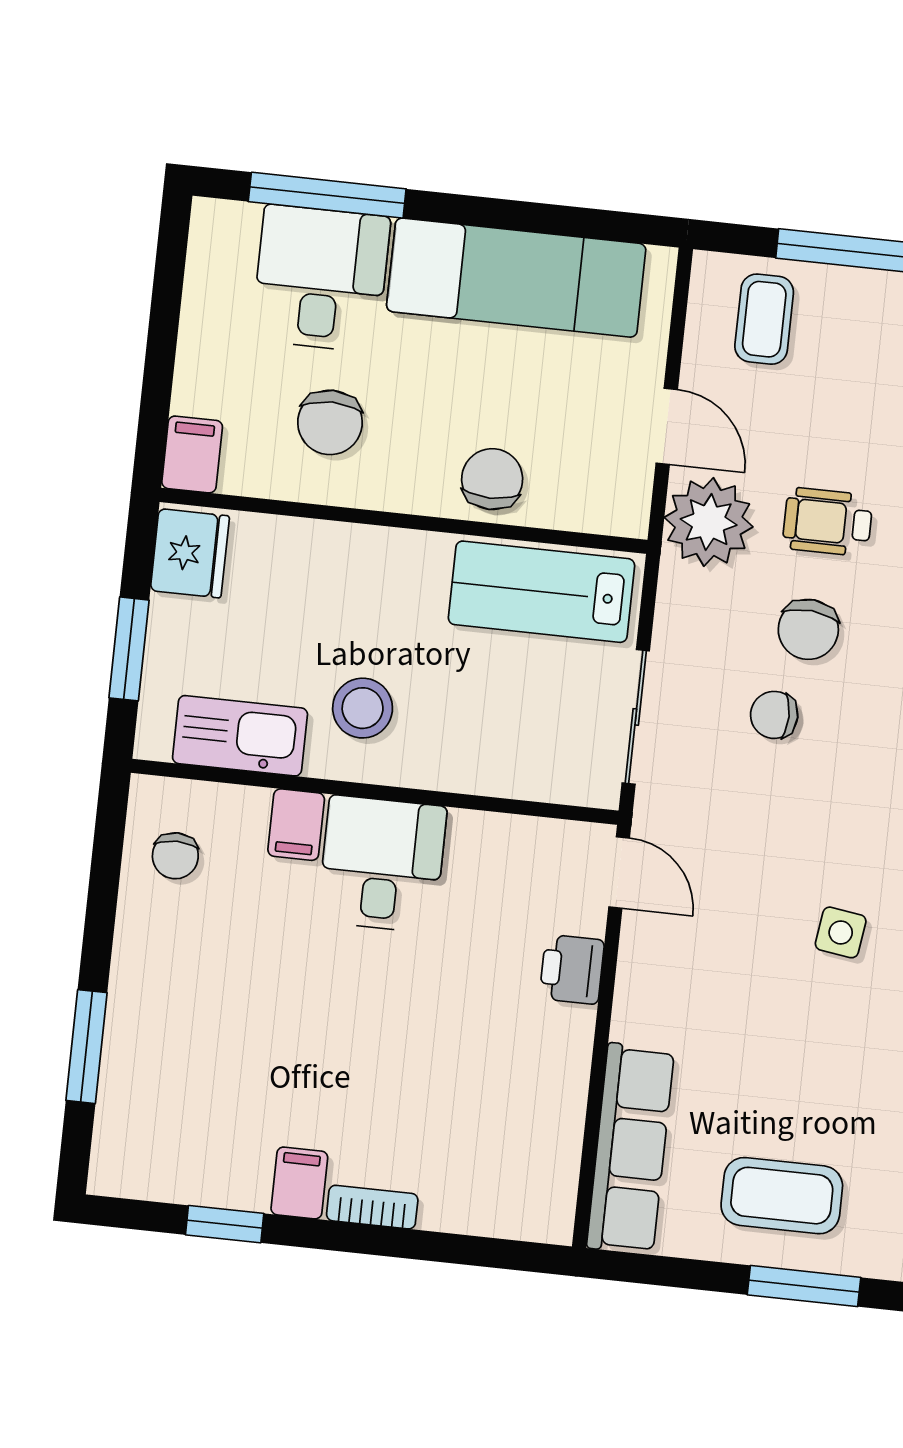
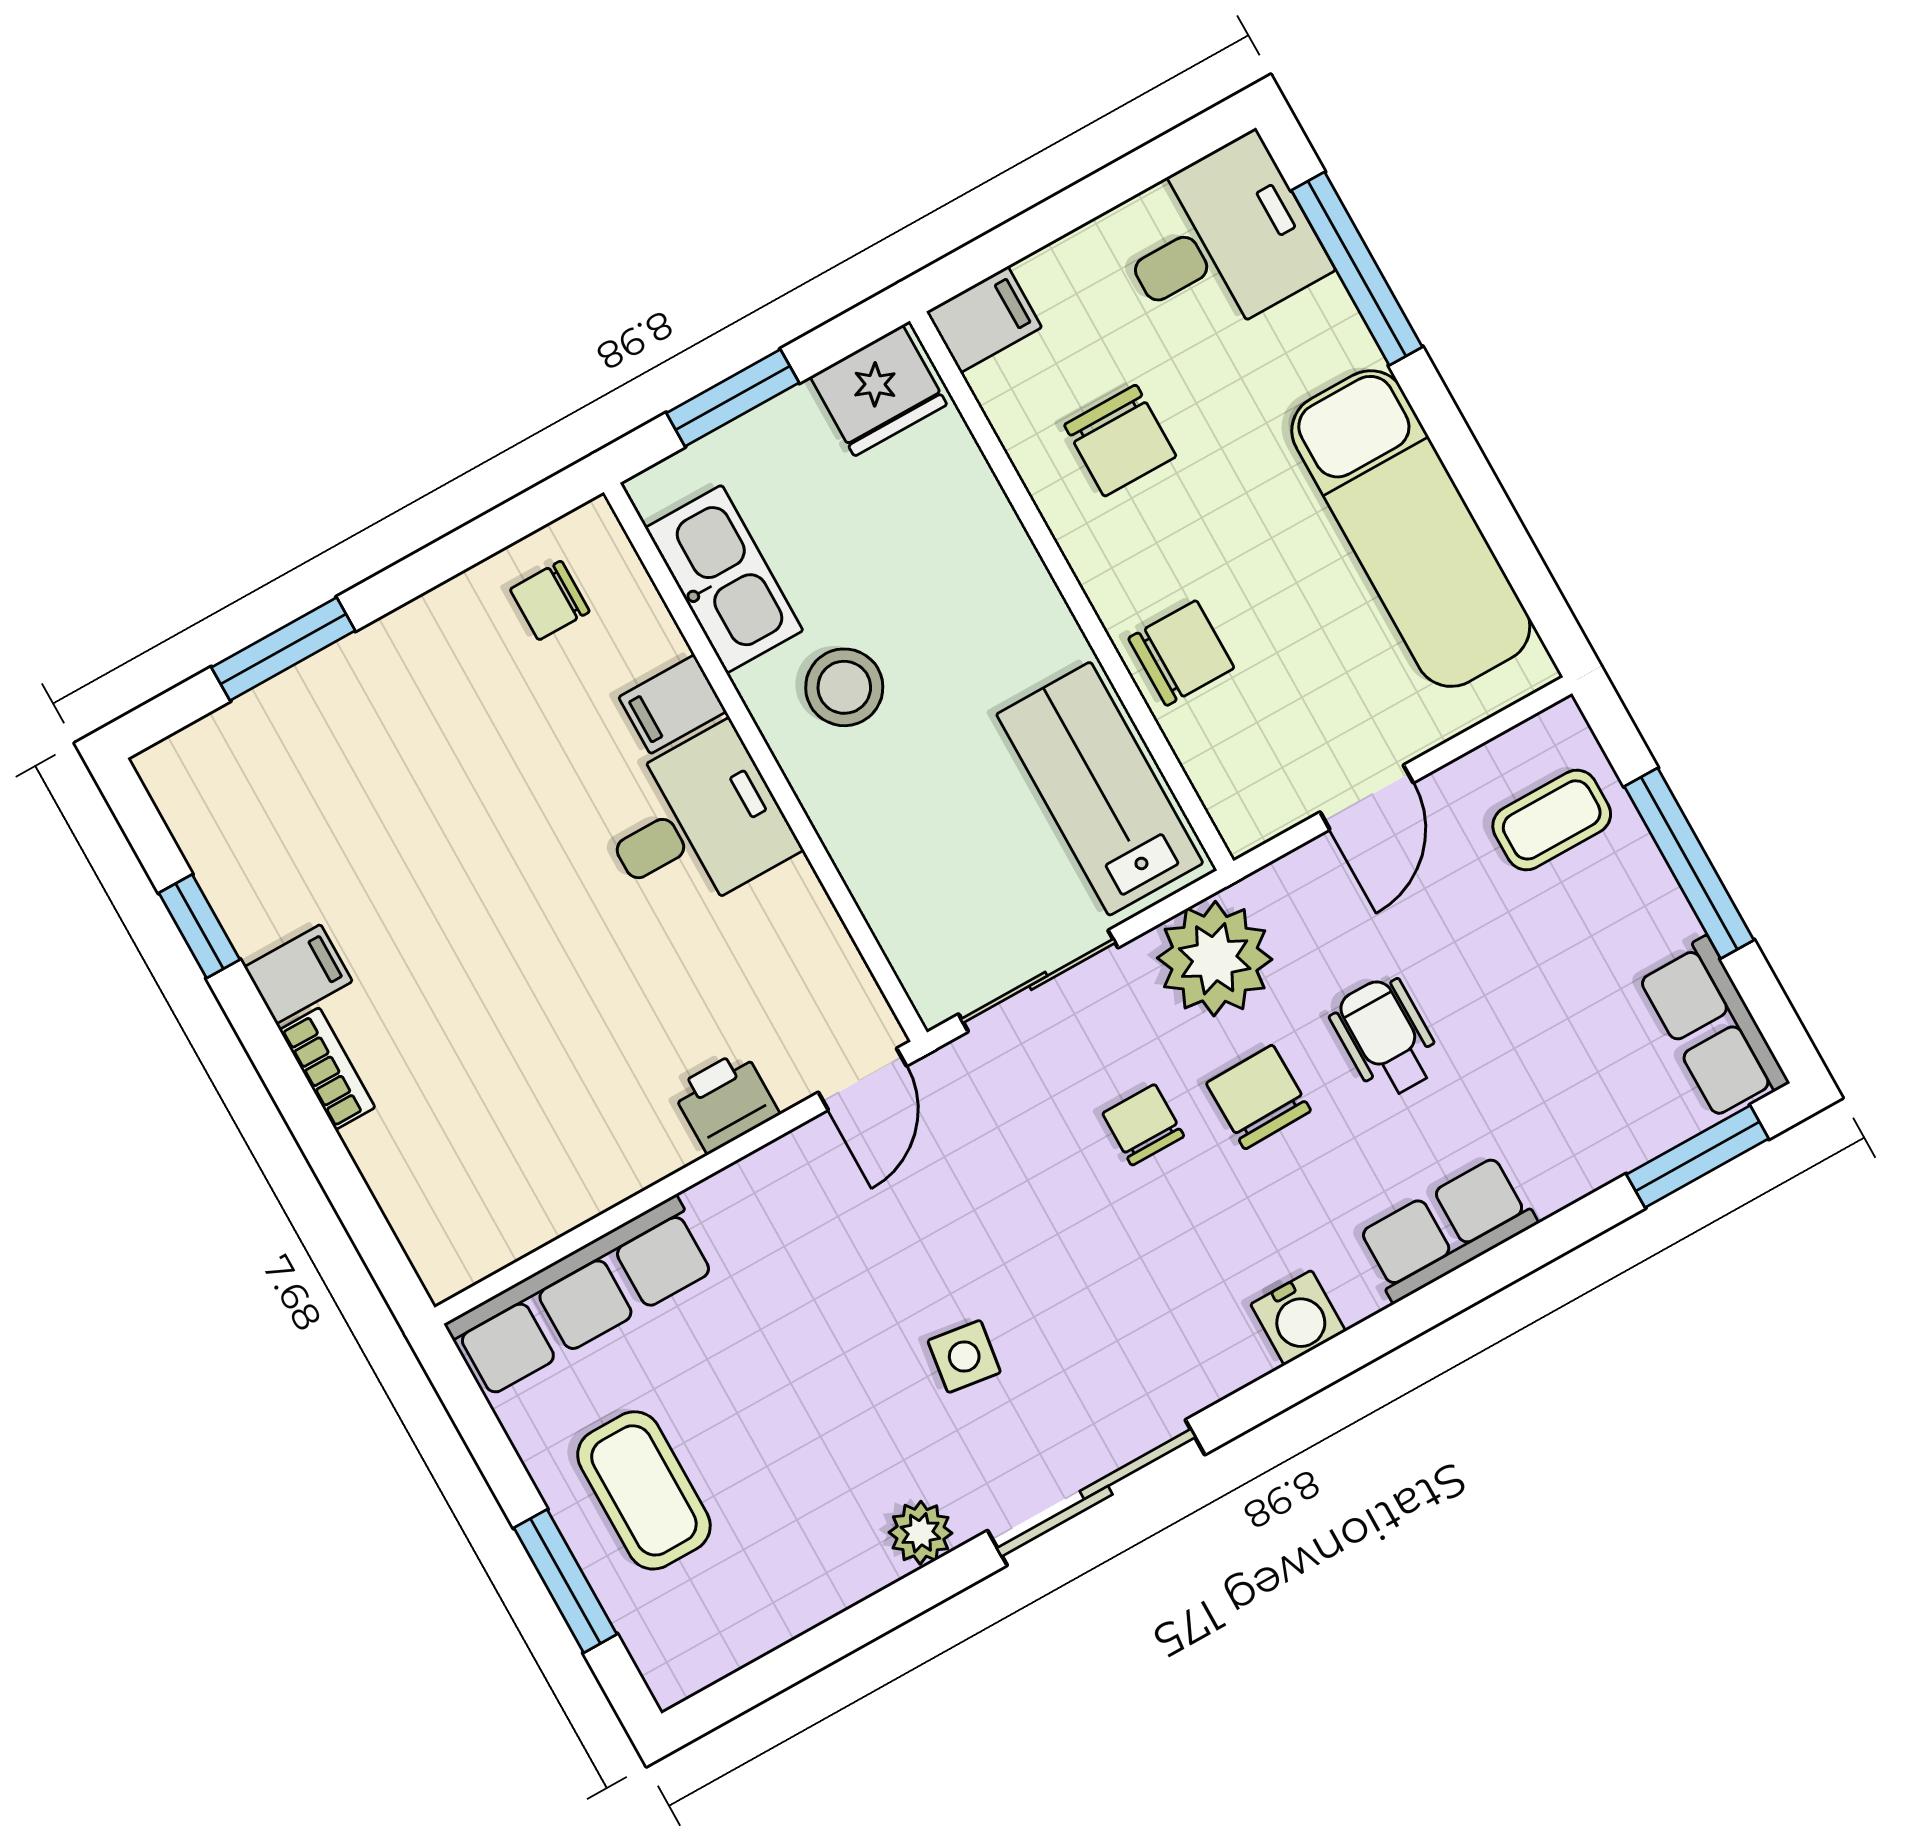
desk: (321, 278) -> (1219, 242), moved
chair: (330, 422) -> (1120, 441), turned -90
plant: (709, 522) -> (1215, 959), moved
chair: (808, 629) -> (1259, 1097), turned 84

